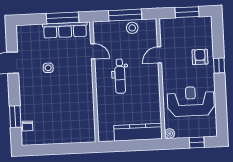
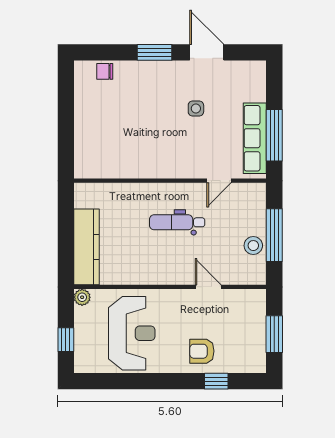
armchair: (200, 57) -> (202, 351), turned 180
window: (219, 66) -> (216, 381), moved
window: (15, 117) -> (155, 52), moved

